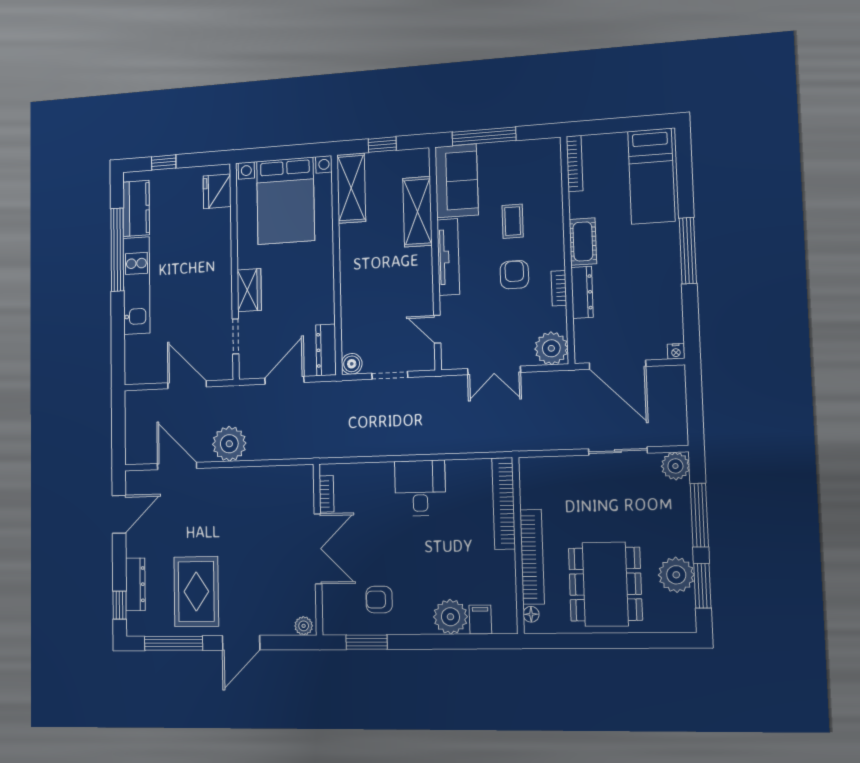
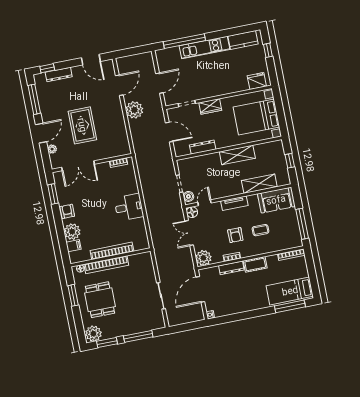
window: (484, 136) -> (302, 224), moved
shelving: (351, 188) -> (237, 155), moved
window: (117, 250) -> (184, 41), moved
window: (688, 251) -> (290, 306), moved
tv unit: (448, 257) -> (234, 203), width x0.71
armchair: (514, 275) -> (235, 235), turned 90
dresser: (326, 350) -> (203, 147), moved
floor lamp: (452, 358) -> (192, 212), added
boiler: (352, 364) -> (188, 196), moved
plant: (675, 466) -> (158, 322), removed
bookcase: (504, 503) -> (112, 251), moved
double door: (318, 549) -> (78, 166), moved
plant: (676, 575) -> (93, 334), moved
dining table: (605, 584) -> (100, 300), width x0.73
rug: (196, 591) -> (82, 125), moved, turned 90
armchair: (379, 600) -> (67, 211), moved
plant: (304, 626) -> (52, 149), moved
window: (586, 641) -> (73, 295), added
door: (241, 643) -> (41, 133), swing flipped

